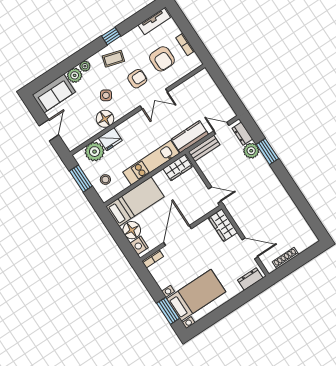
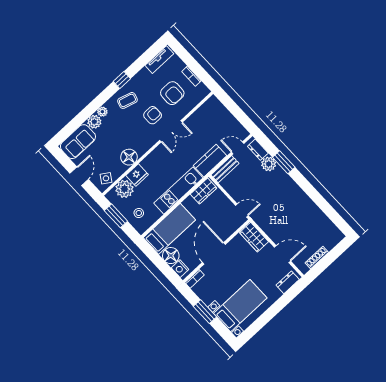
side table: (106, 95) -> (106, 178), moved
window: (168, 311) -> (205, 312), moved

